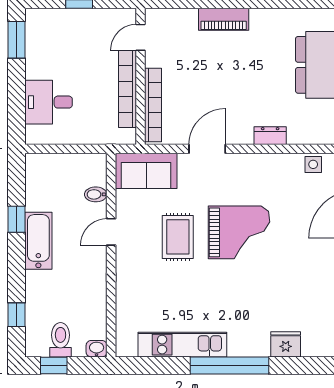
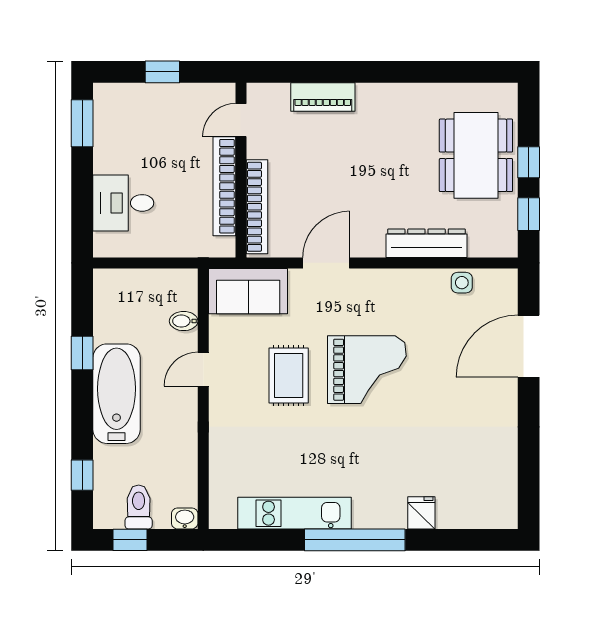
piano: (224, 19) -> (323, 97), moved
dresser: (270, 136) -> (427, 243), width x1.96, depth x1.24
bathtub: (38, 241) -> (117, 394), width x1.36, depth x1.36
fridge: (286, 344) -> (421, 513), width x0.72

